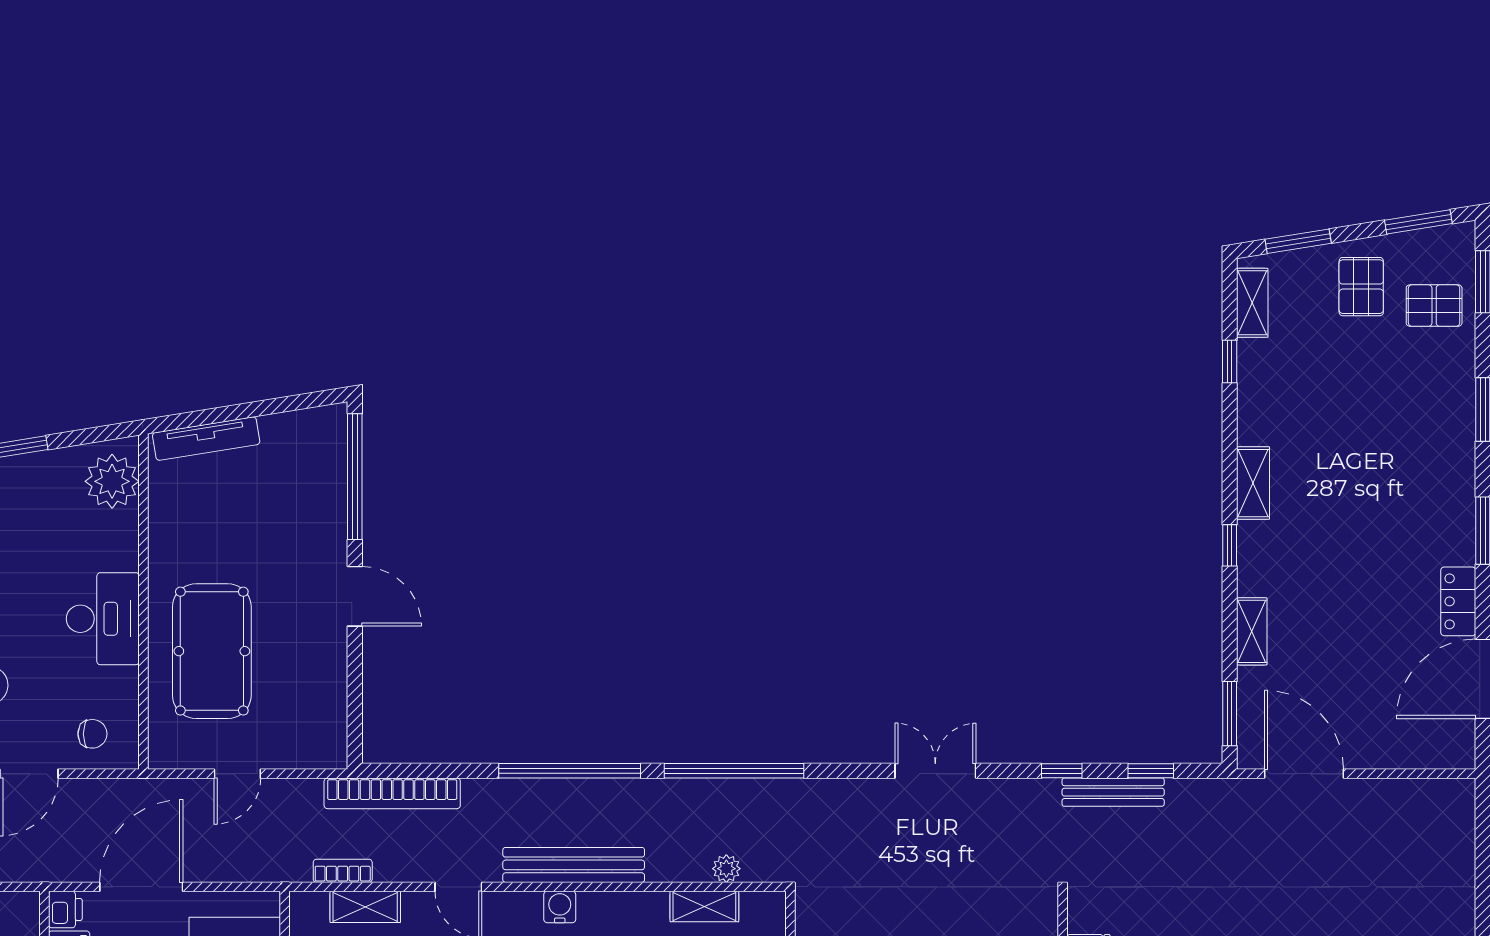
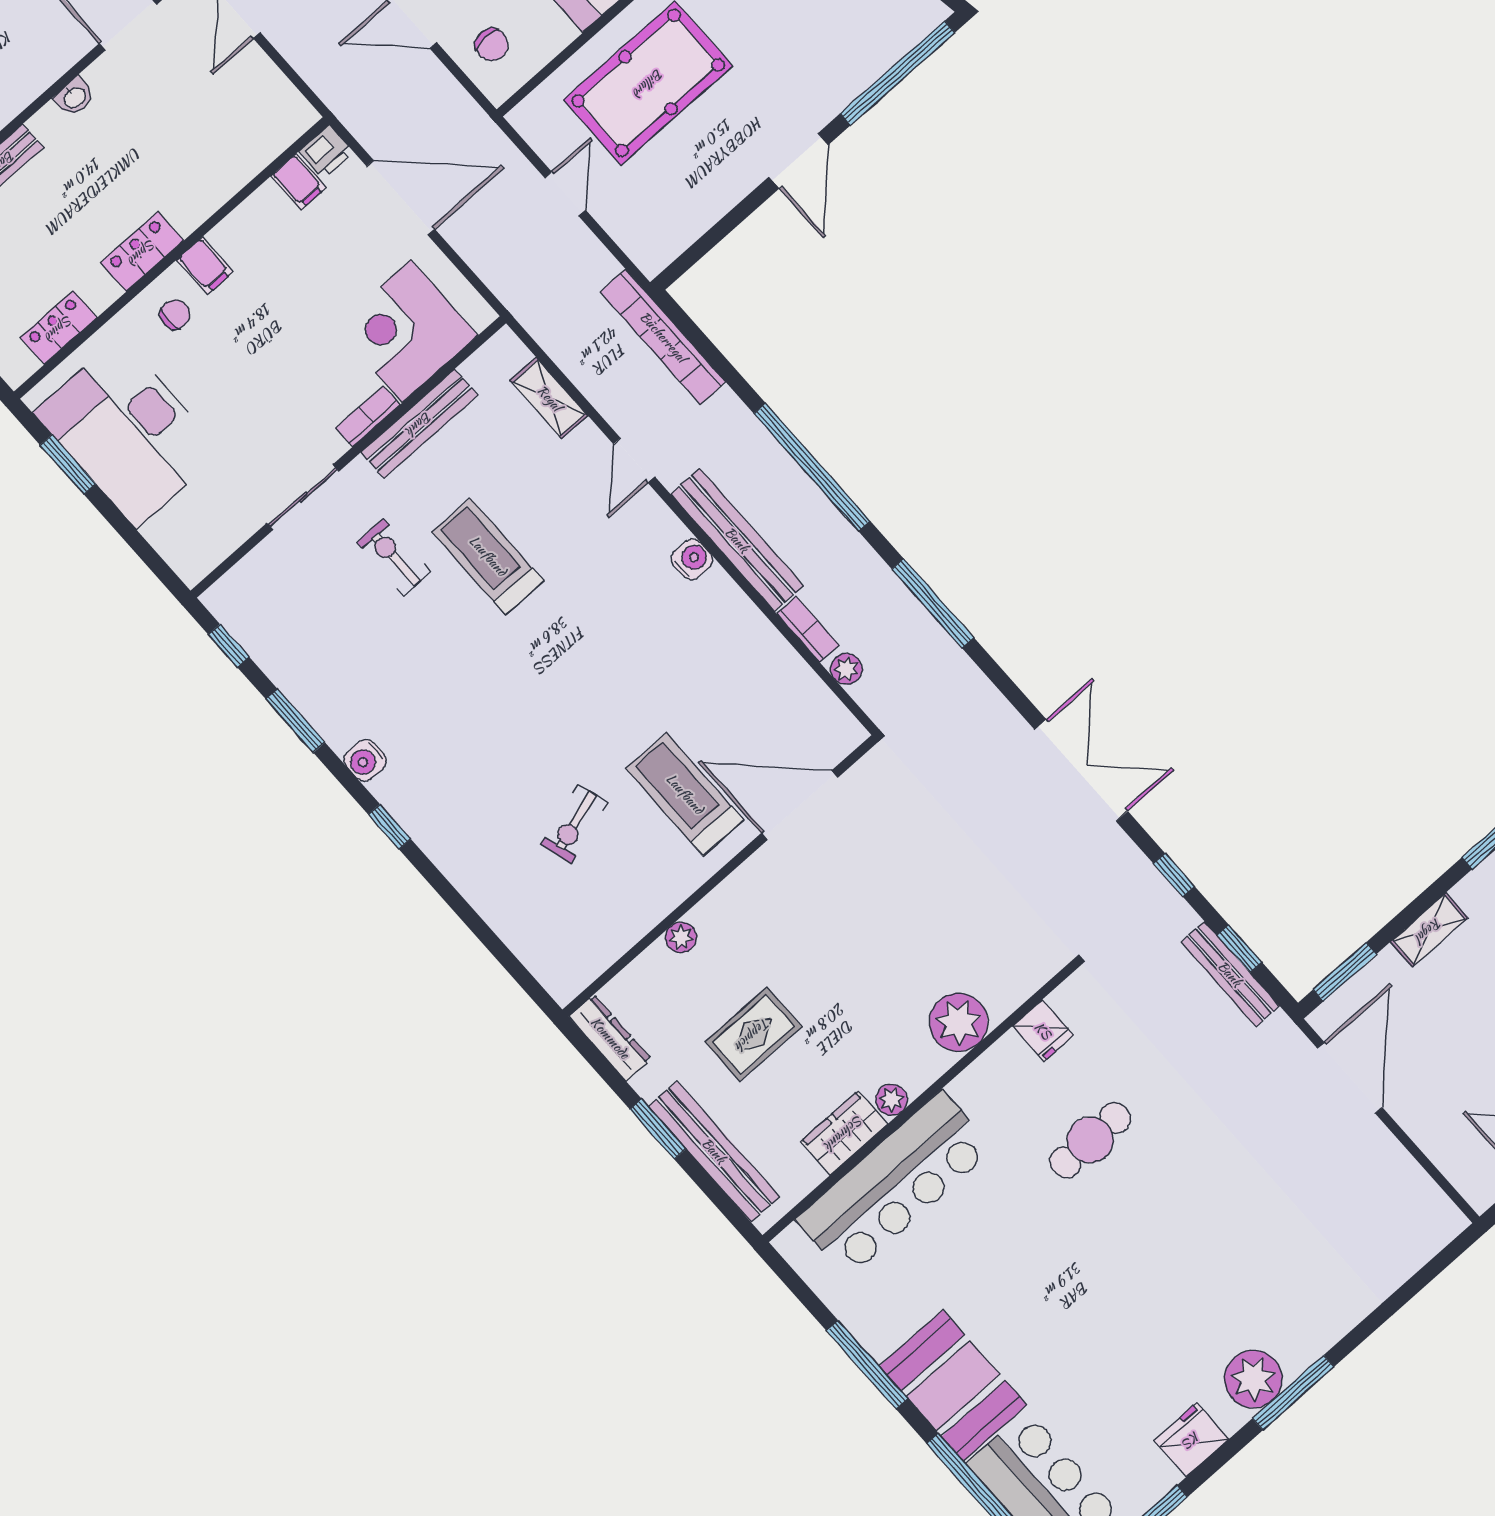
window: (734, 771) -> (933, 603), width x0.68
double door: (935, 771) -> (1081, 770), width x1.37
door: (237, 774) -> (565, 194), swing flipped
bench: (1113, 792) -> (1230, 974), moved
bookcase: (343, 871) -> (808, 629), moved
shelving: (704, 906) -> (799, 679), removed

